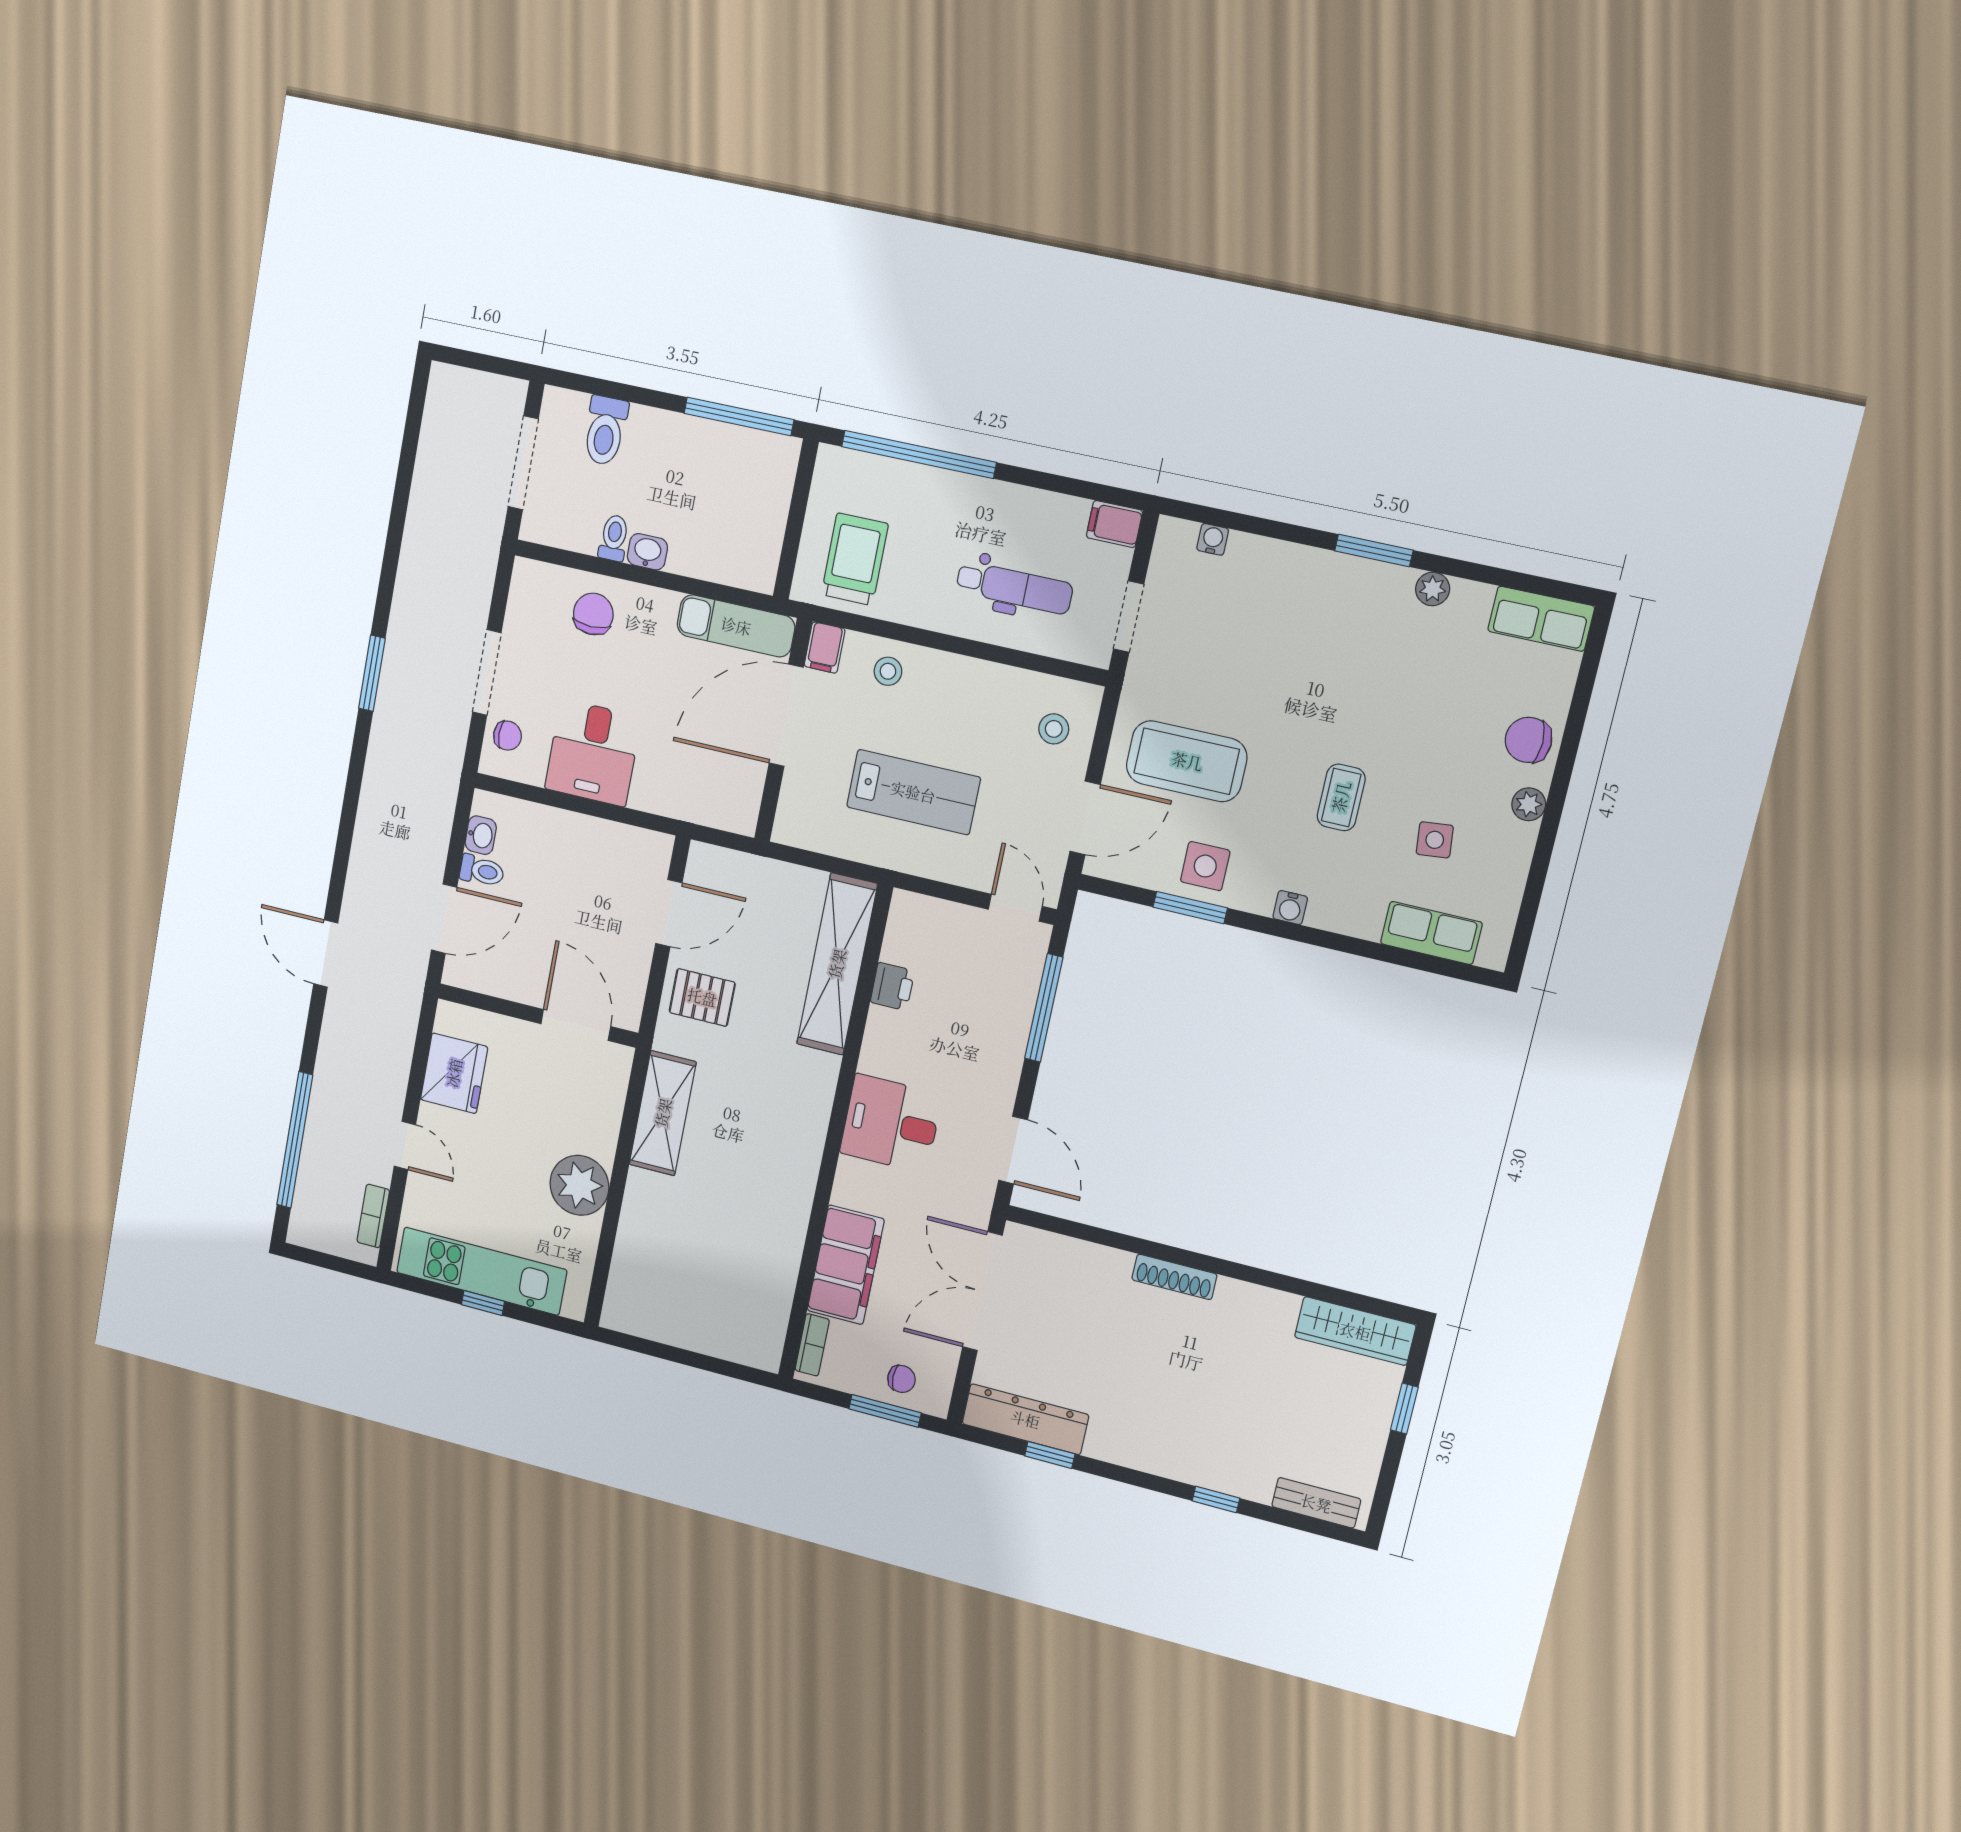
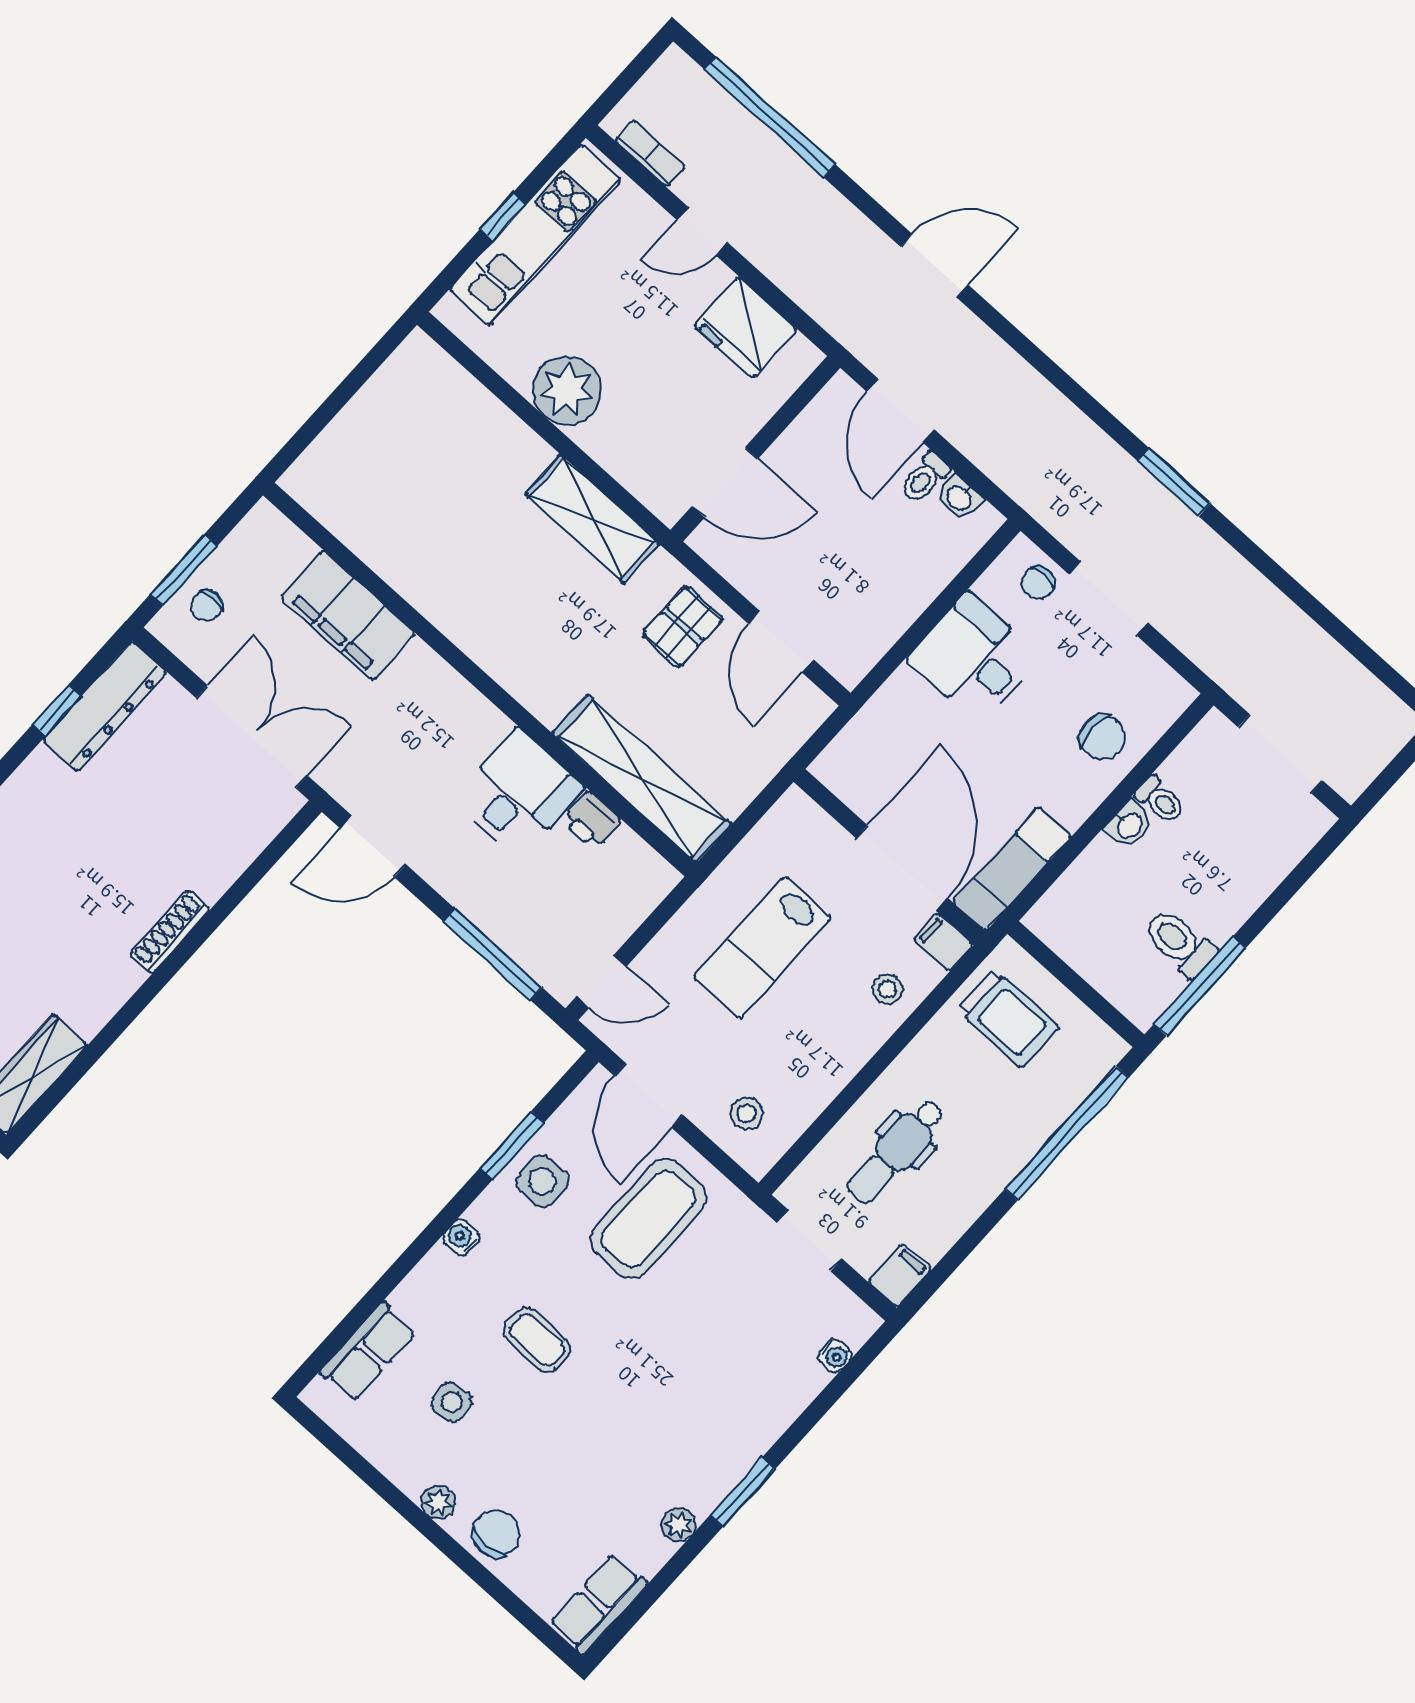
toilet: (605, 431) -> (1180, 943), moved
desk: (891, 1124) -> (518, 793), moved
bookcase: (812, 1345) -> (286, 535), removed

